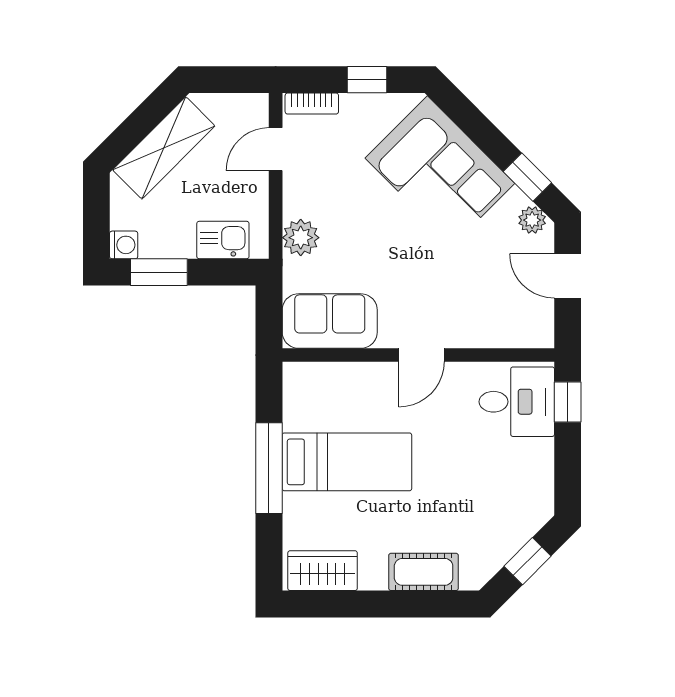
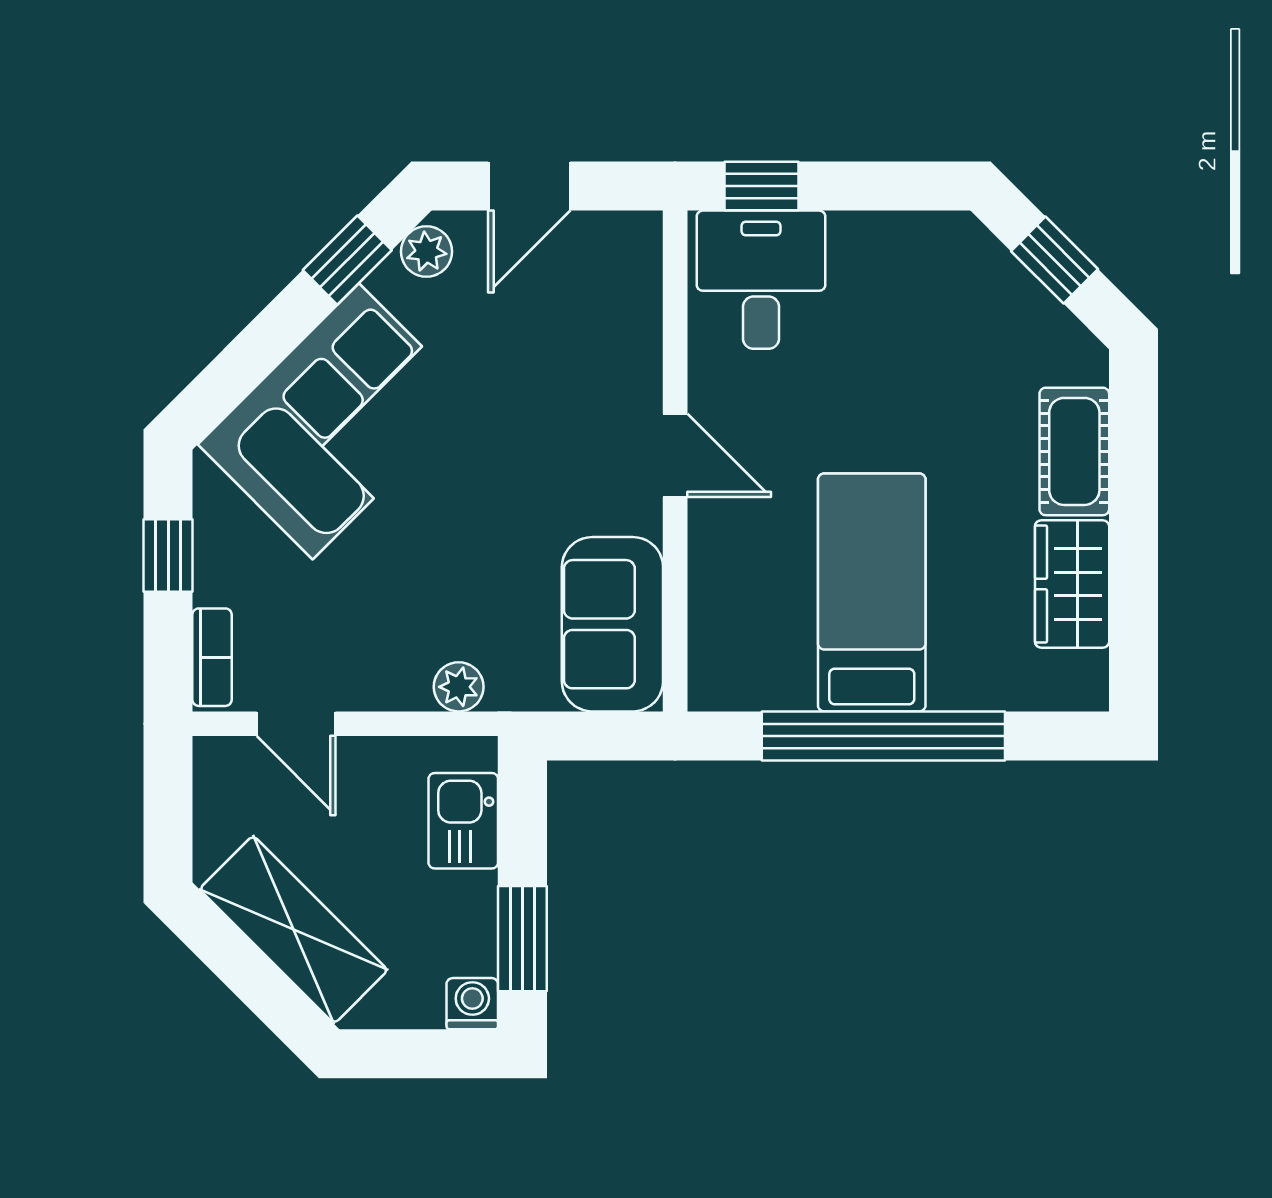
plant: (301, 238) -> (459, 687), width x0.73, depth x0.73
window: (269, 468) -> (883, 736), width x1.46
wardrobe: (323, 571) -> (1072, 584), moved

